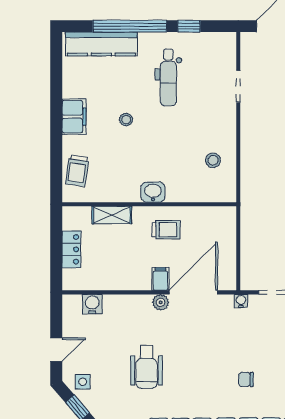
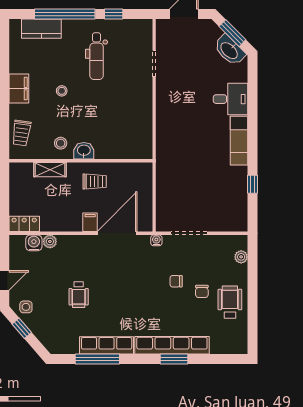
kitchen counter: (101, 44) -> (41, 29), width x0.67
stool: (213, 160) -> (61, 143), moved
locker: (71, 249) -> (24, 224), moved, turned -90
plant: (161, 302) -> (50, 241), moved
wheelchair: (147, 367) -> (79, 295), width x0.73, depth x0.73
chair: (246, 379) -> (176, 281), moved

